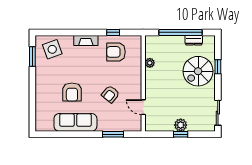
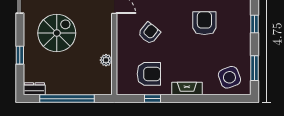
dresser: (194, 40) -> (34, 89), moved
spiral stairs: (198, 71) -> (57, 33), moved
window: (32, 91) -> (255, 24), added
armchair: (110, 94) -> (149, 33), moved

